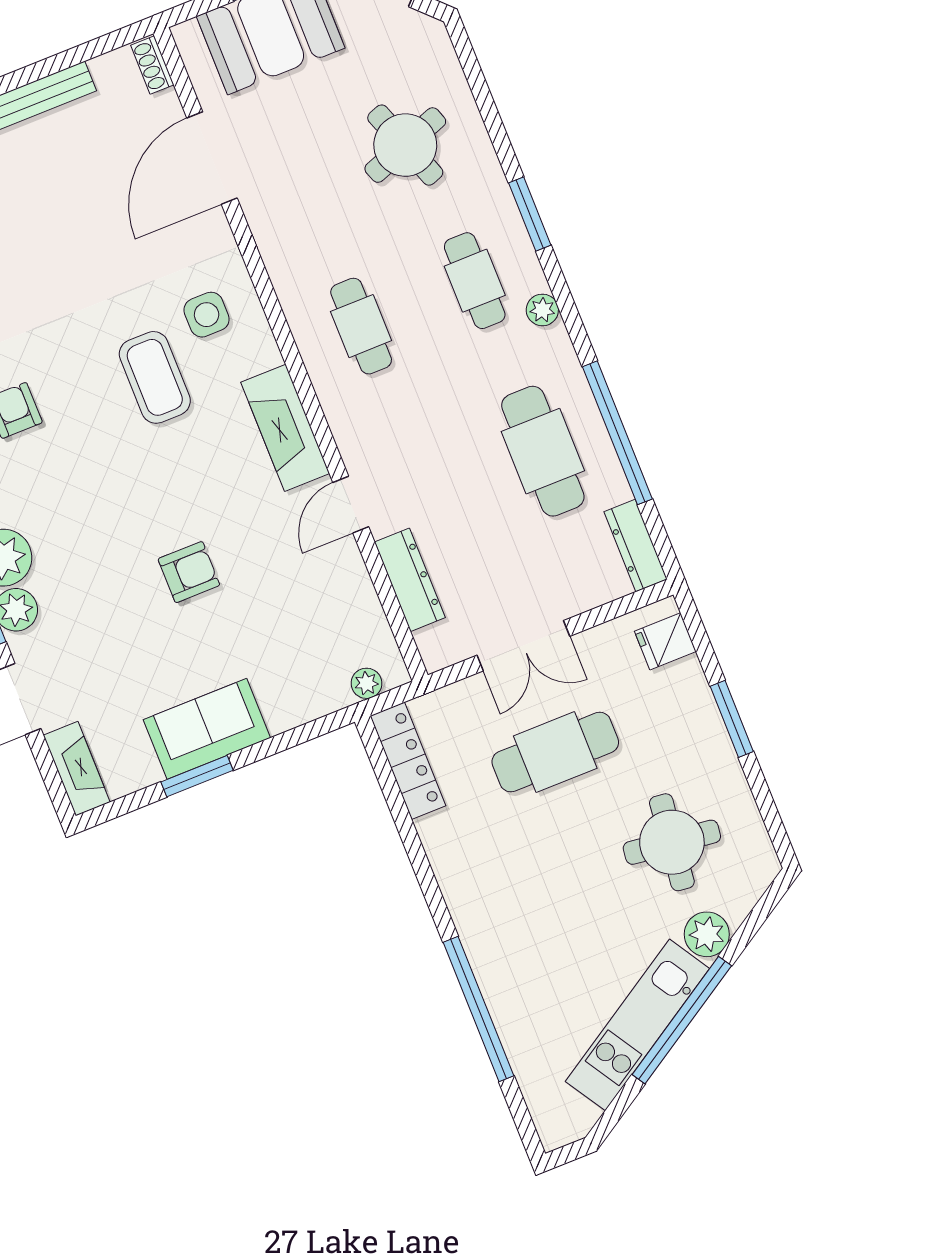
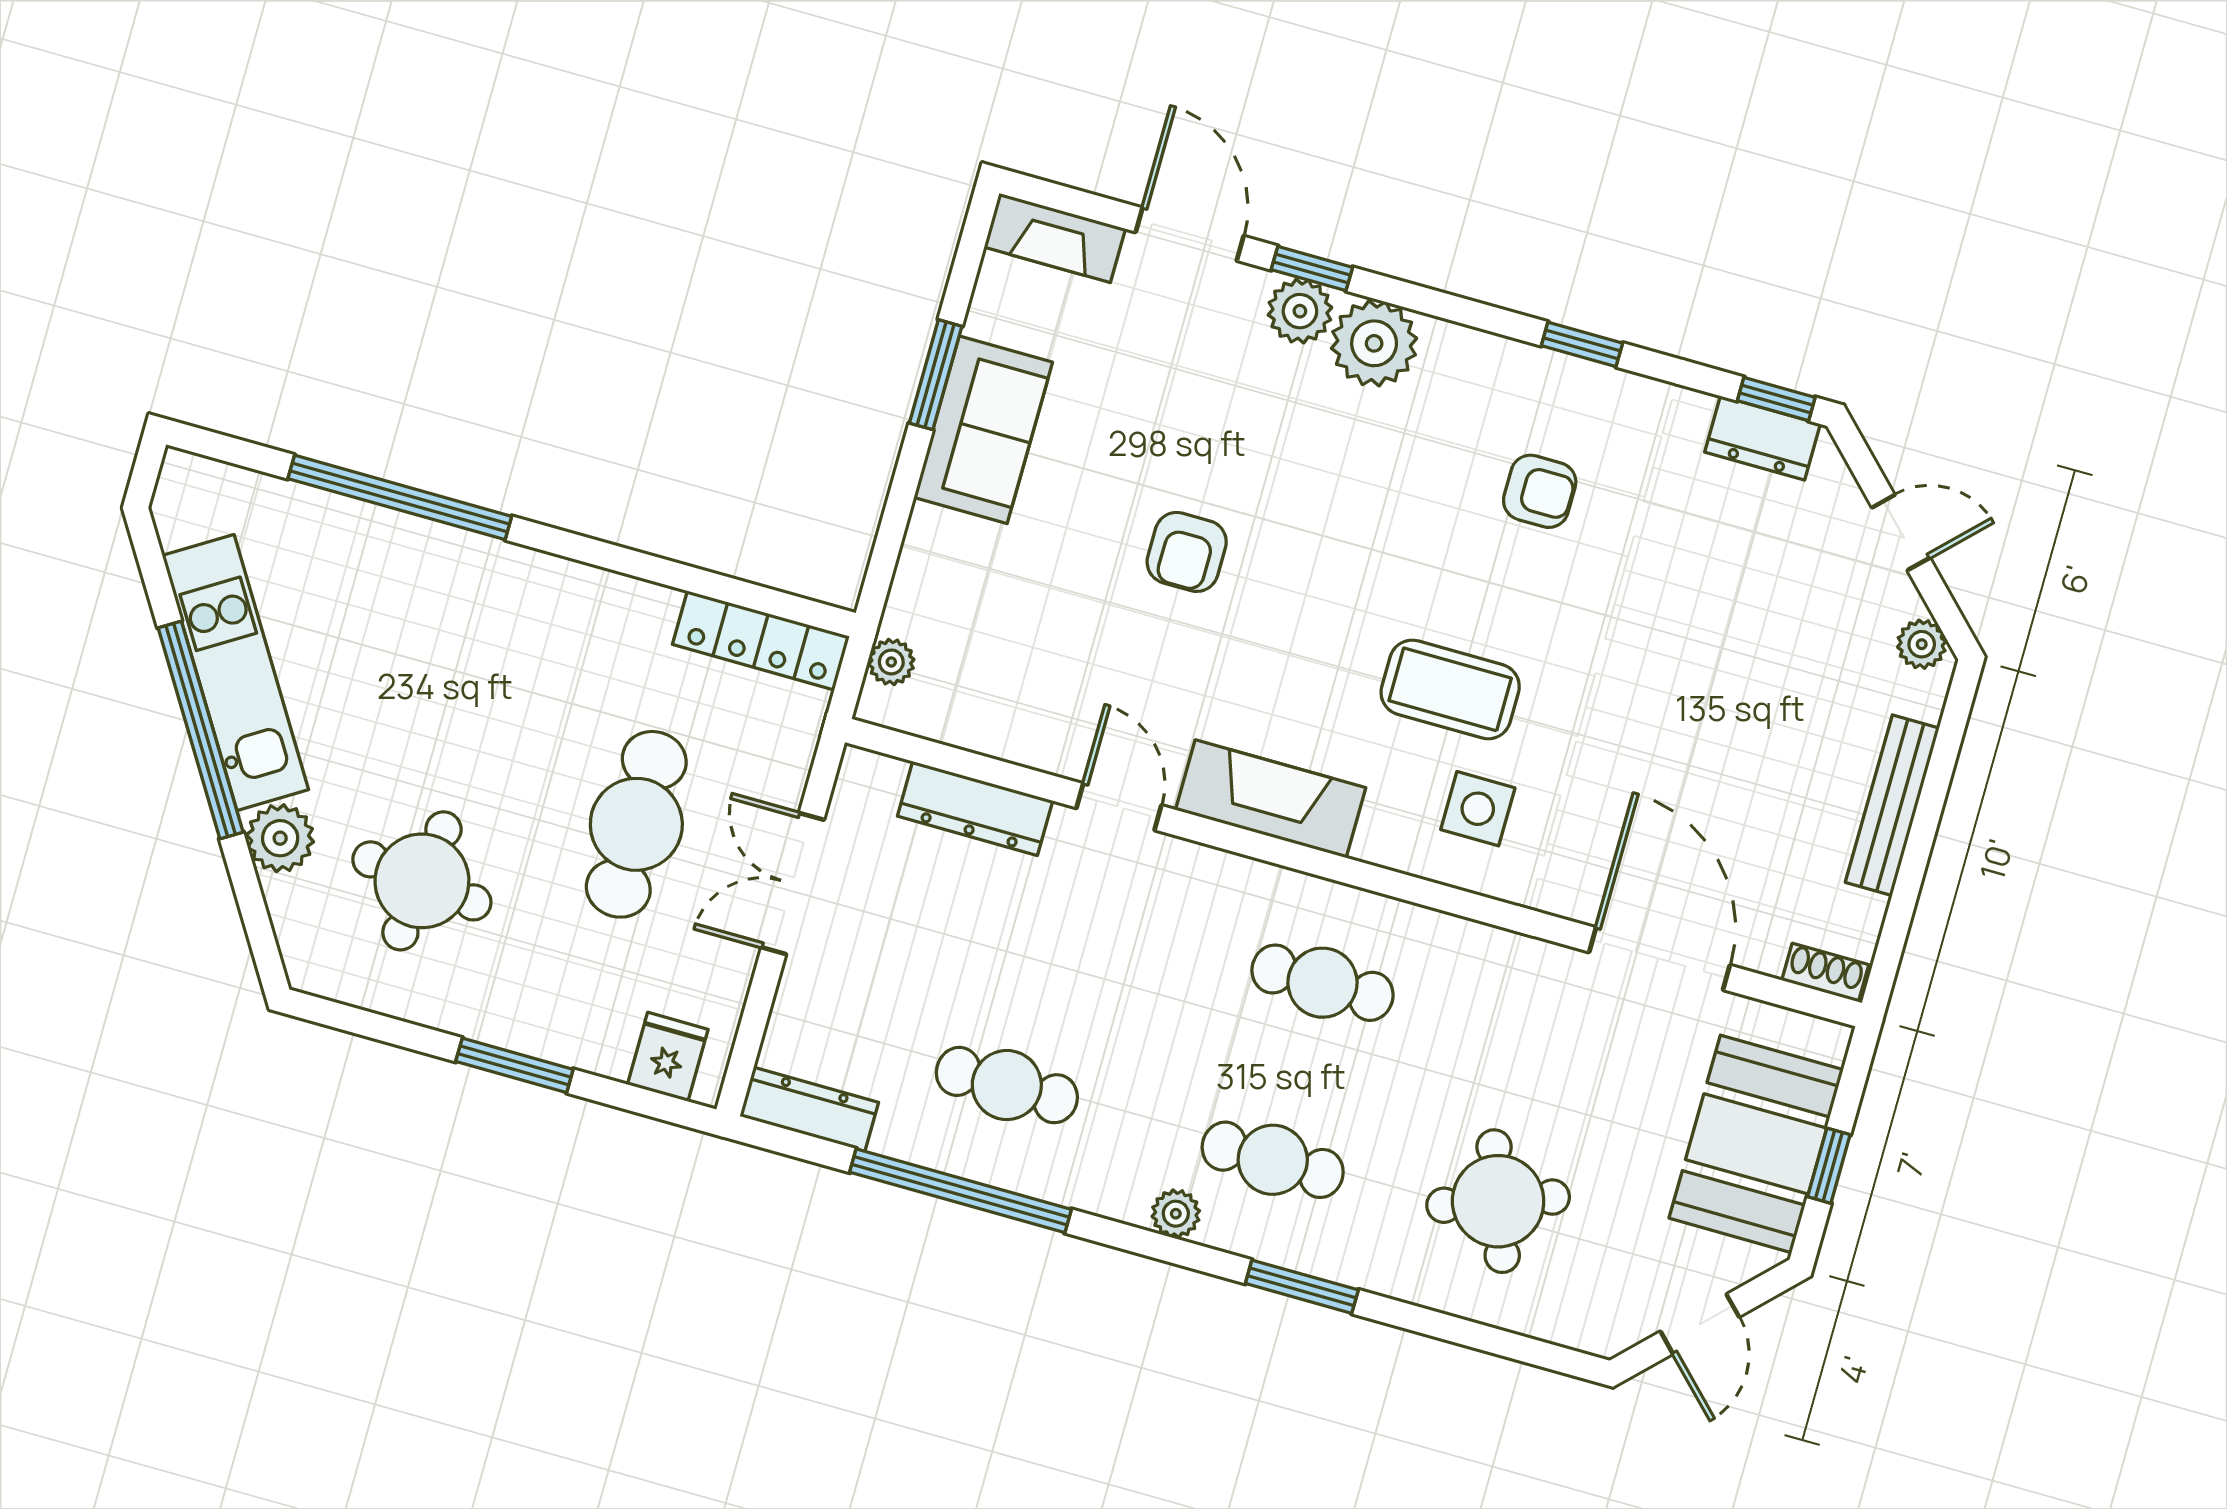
cafe table: (543, 451) -> (1007, 1085), width x0.73, depth x0.74

